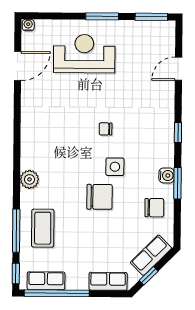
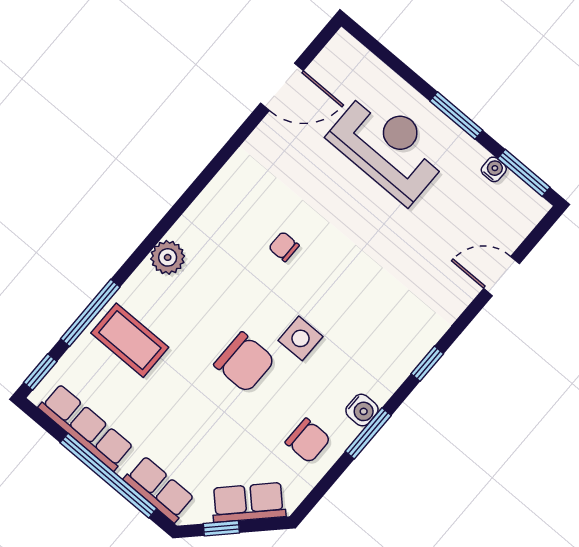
water cooler: (28, 25) -> (494, 169), moved
chair: (106, 129) -> (284, 247), moved
coffee table: (43, 228) -> (130, 340), turned 90
row of seats: (46, 281) -> (86, 427), width x1.48
window: (57, 293) -> (108, 476), moved

